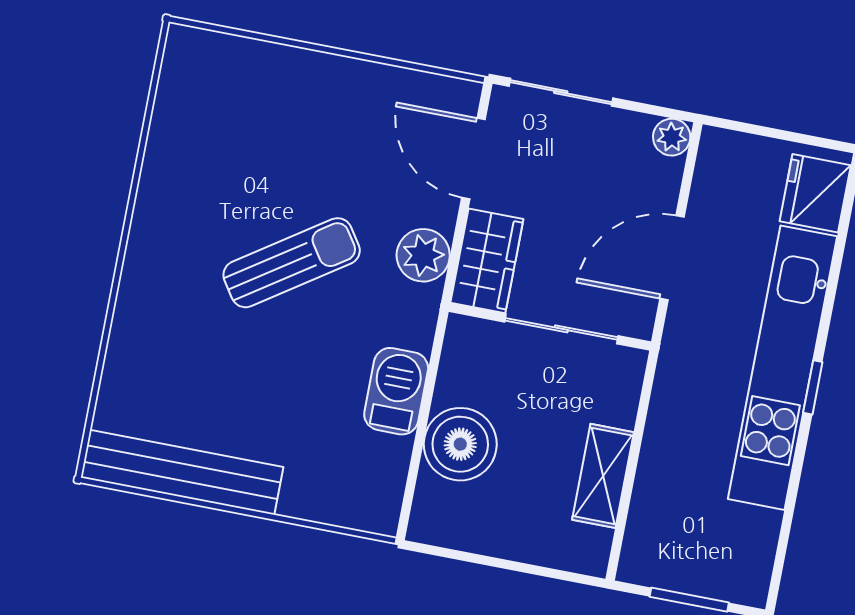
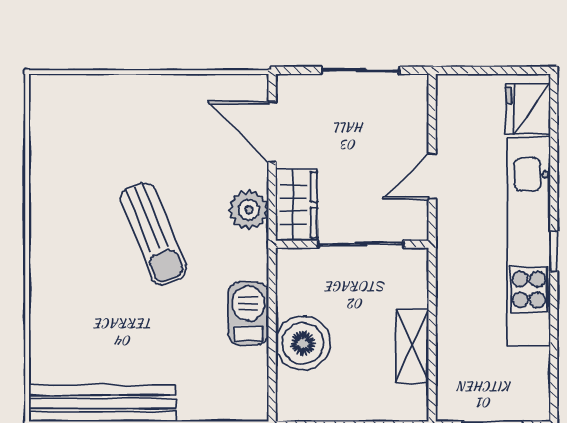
sliding door: (561, 92) -> (361, 70), moved
plant: (672, 137) -> (415, 88), removed
door: (672, 258) -> (432, 176), width x0.73
sun lounger: (292, 263) -> (153, 234), turned 102

